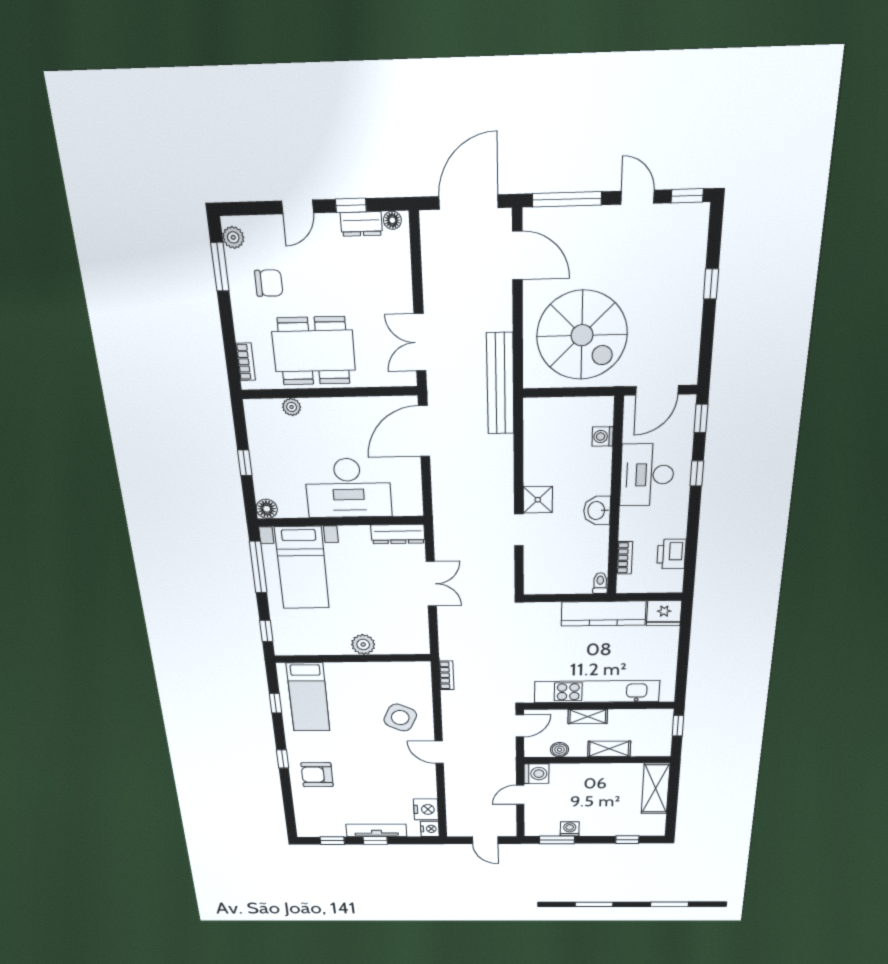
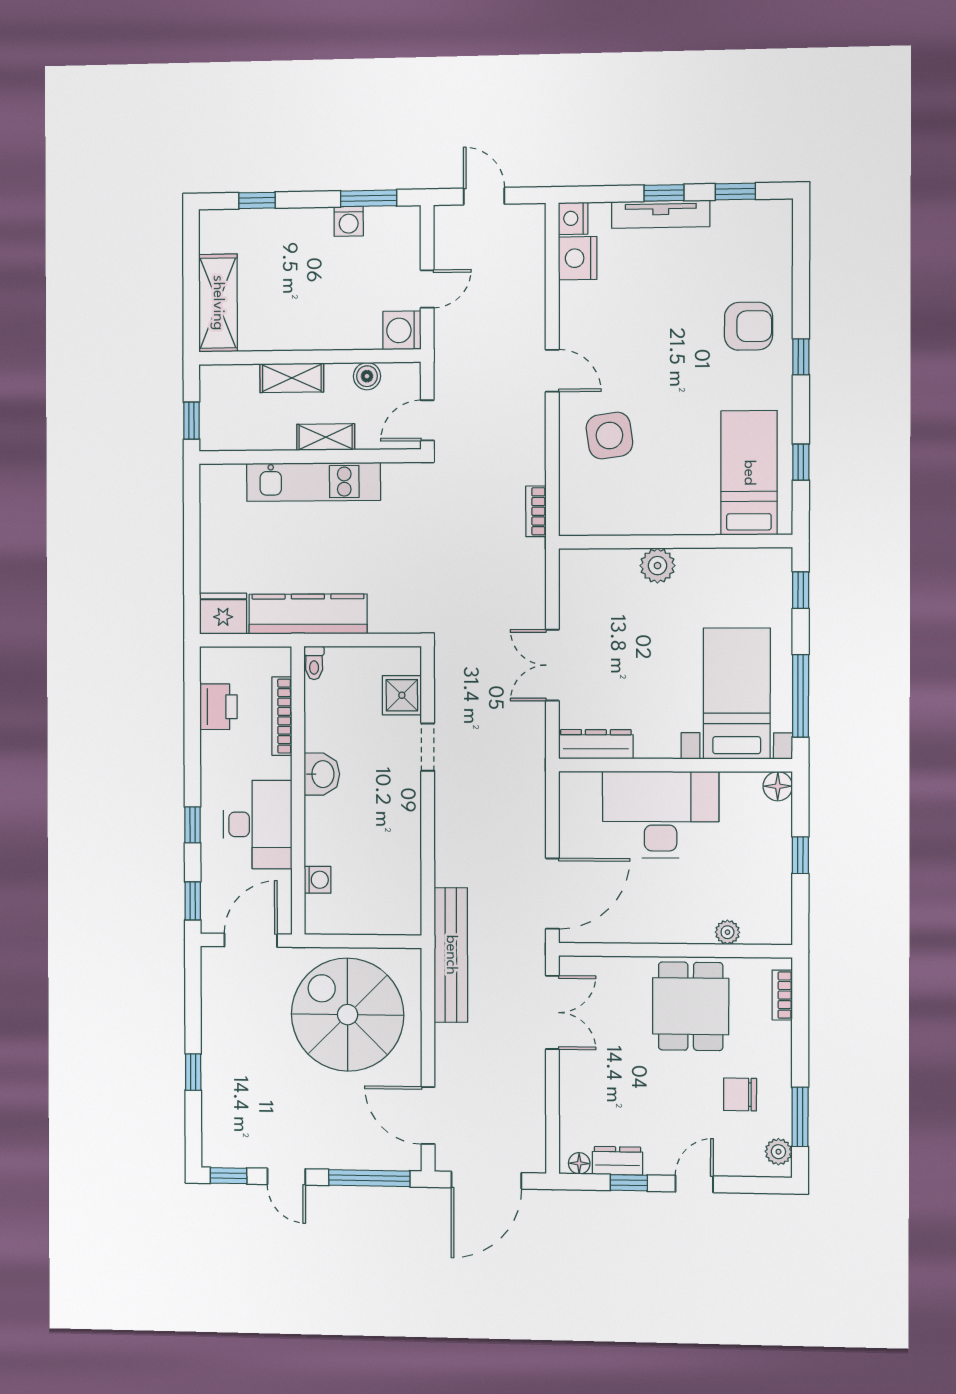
dining table: (314, 351) -> (691, 1006), width x0.73
shower: (538, 500) -> (402, 695), moved
bookcase: (625, 558) -> (282, 716), width x1.56
kitchen unit: (597, 692) -> (313, 482), width x0.73
side table: (400, 718) -> (609, 435), turned -33

